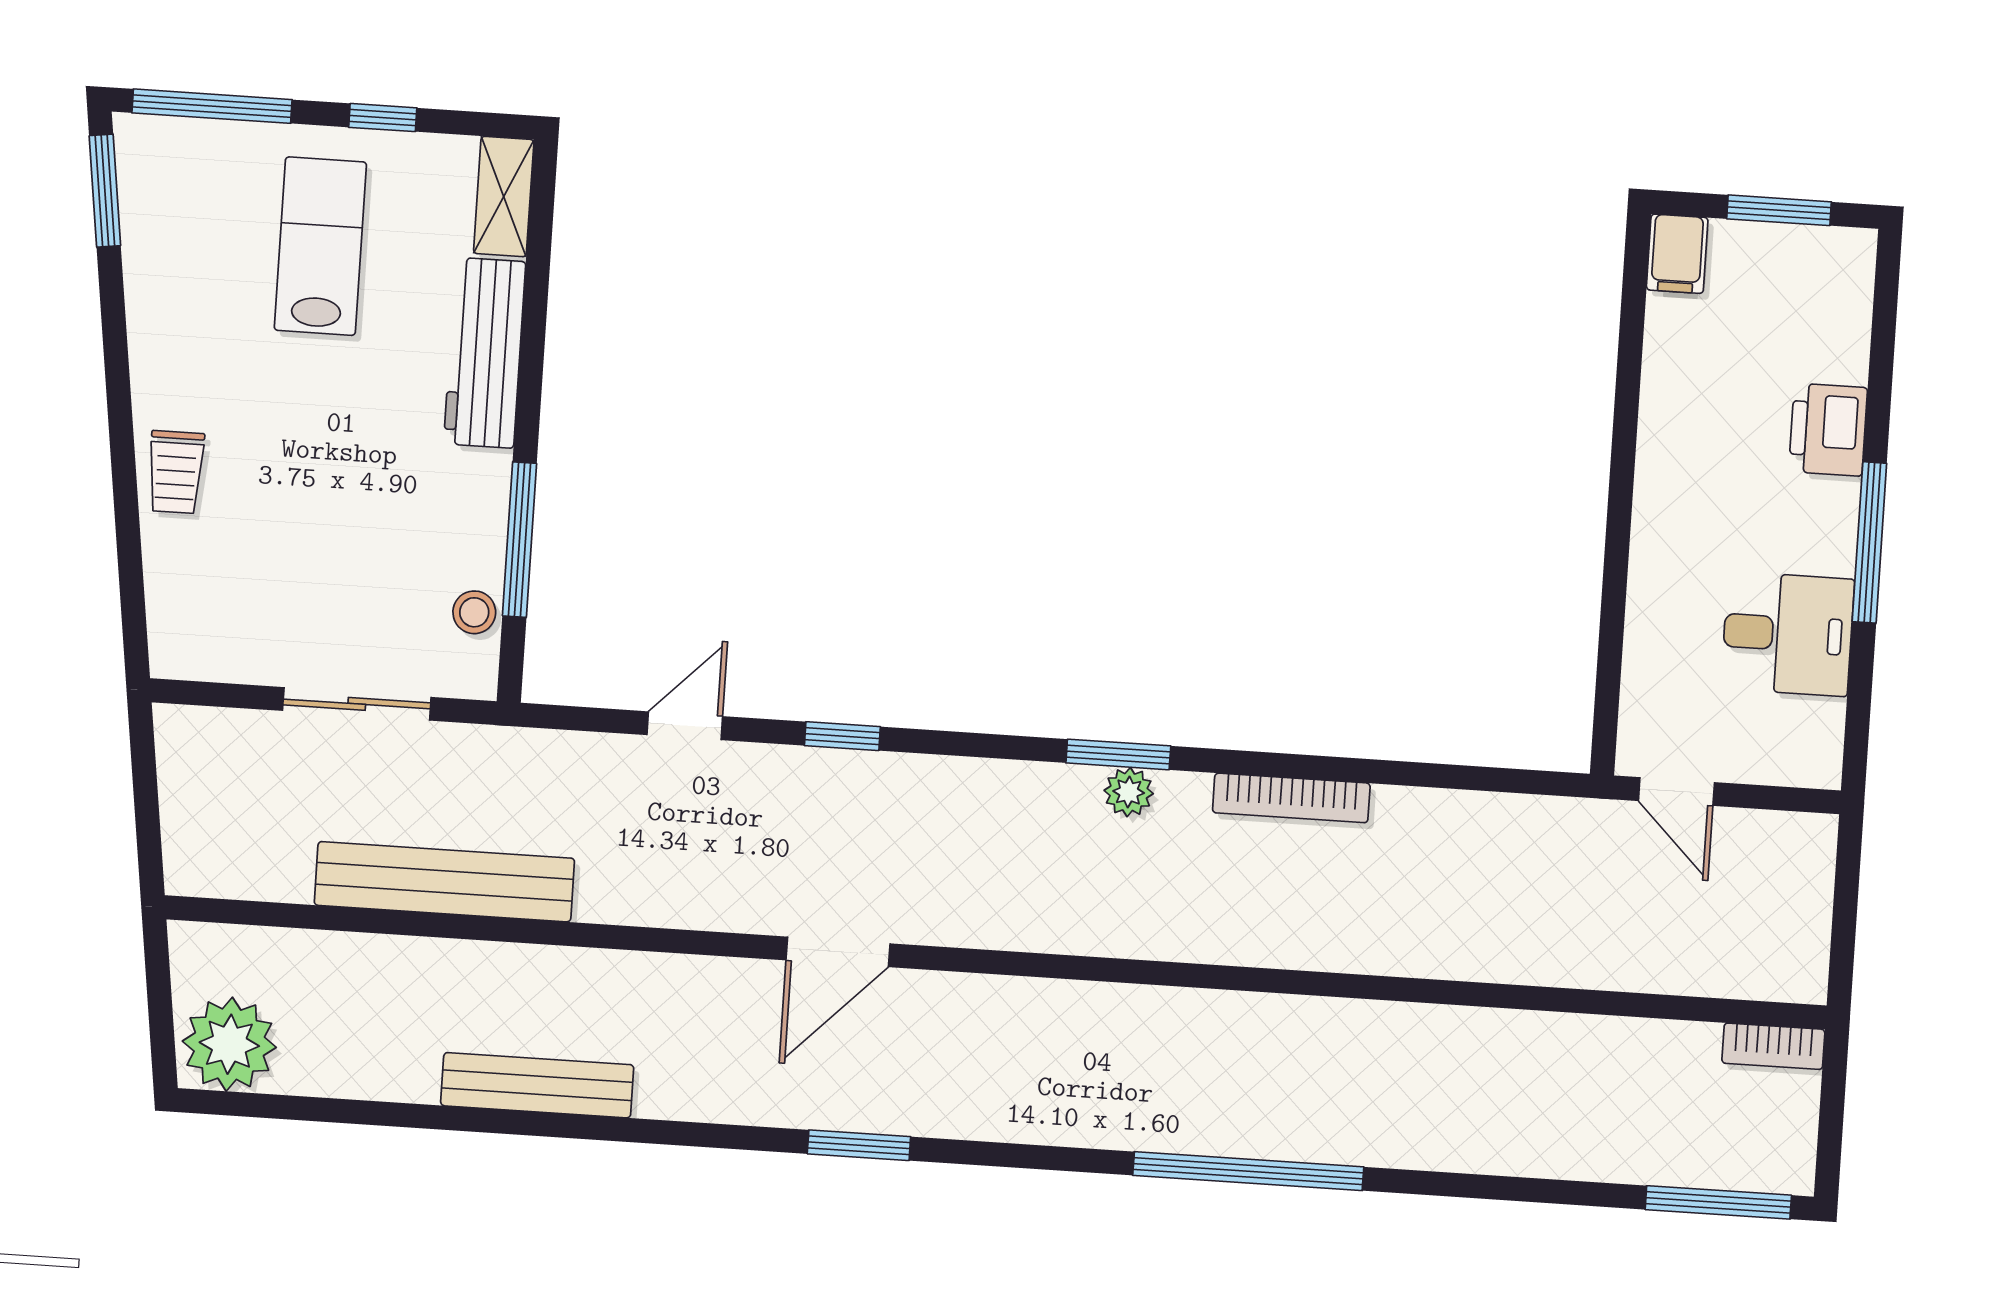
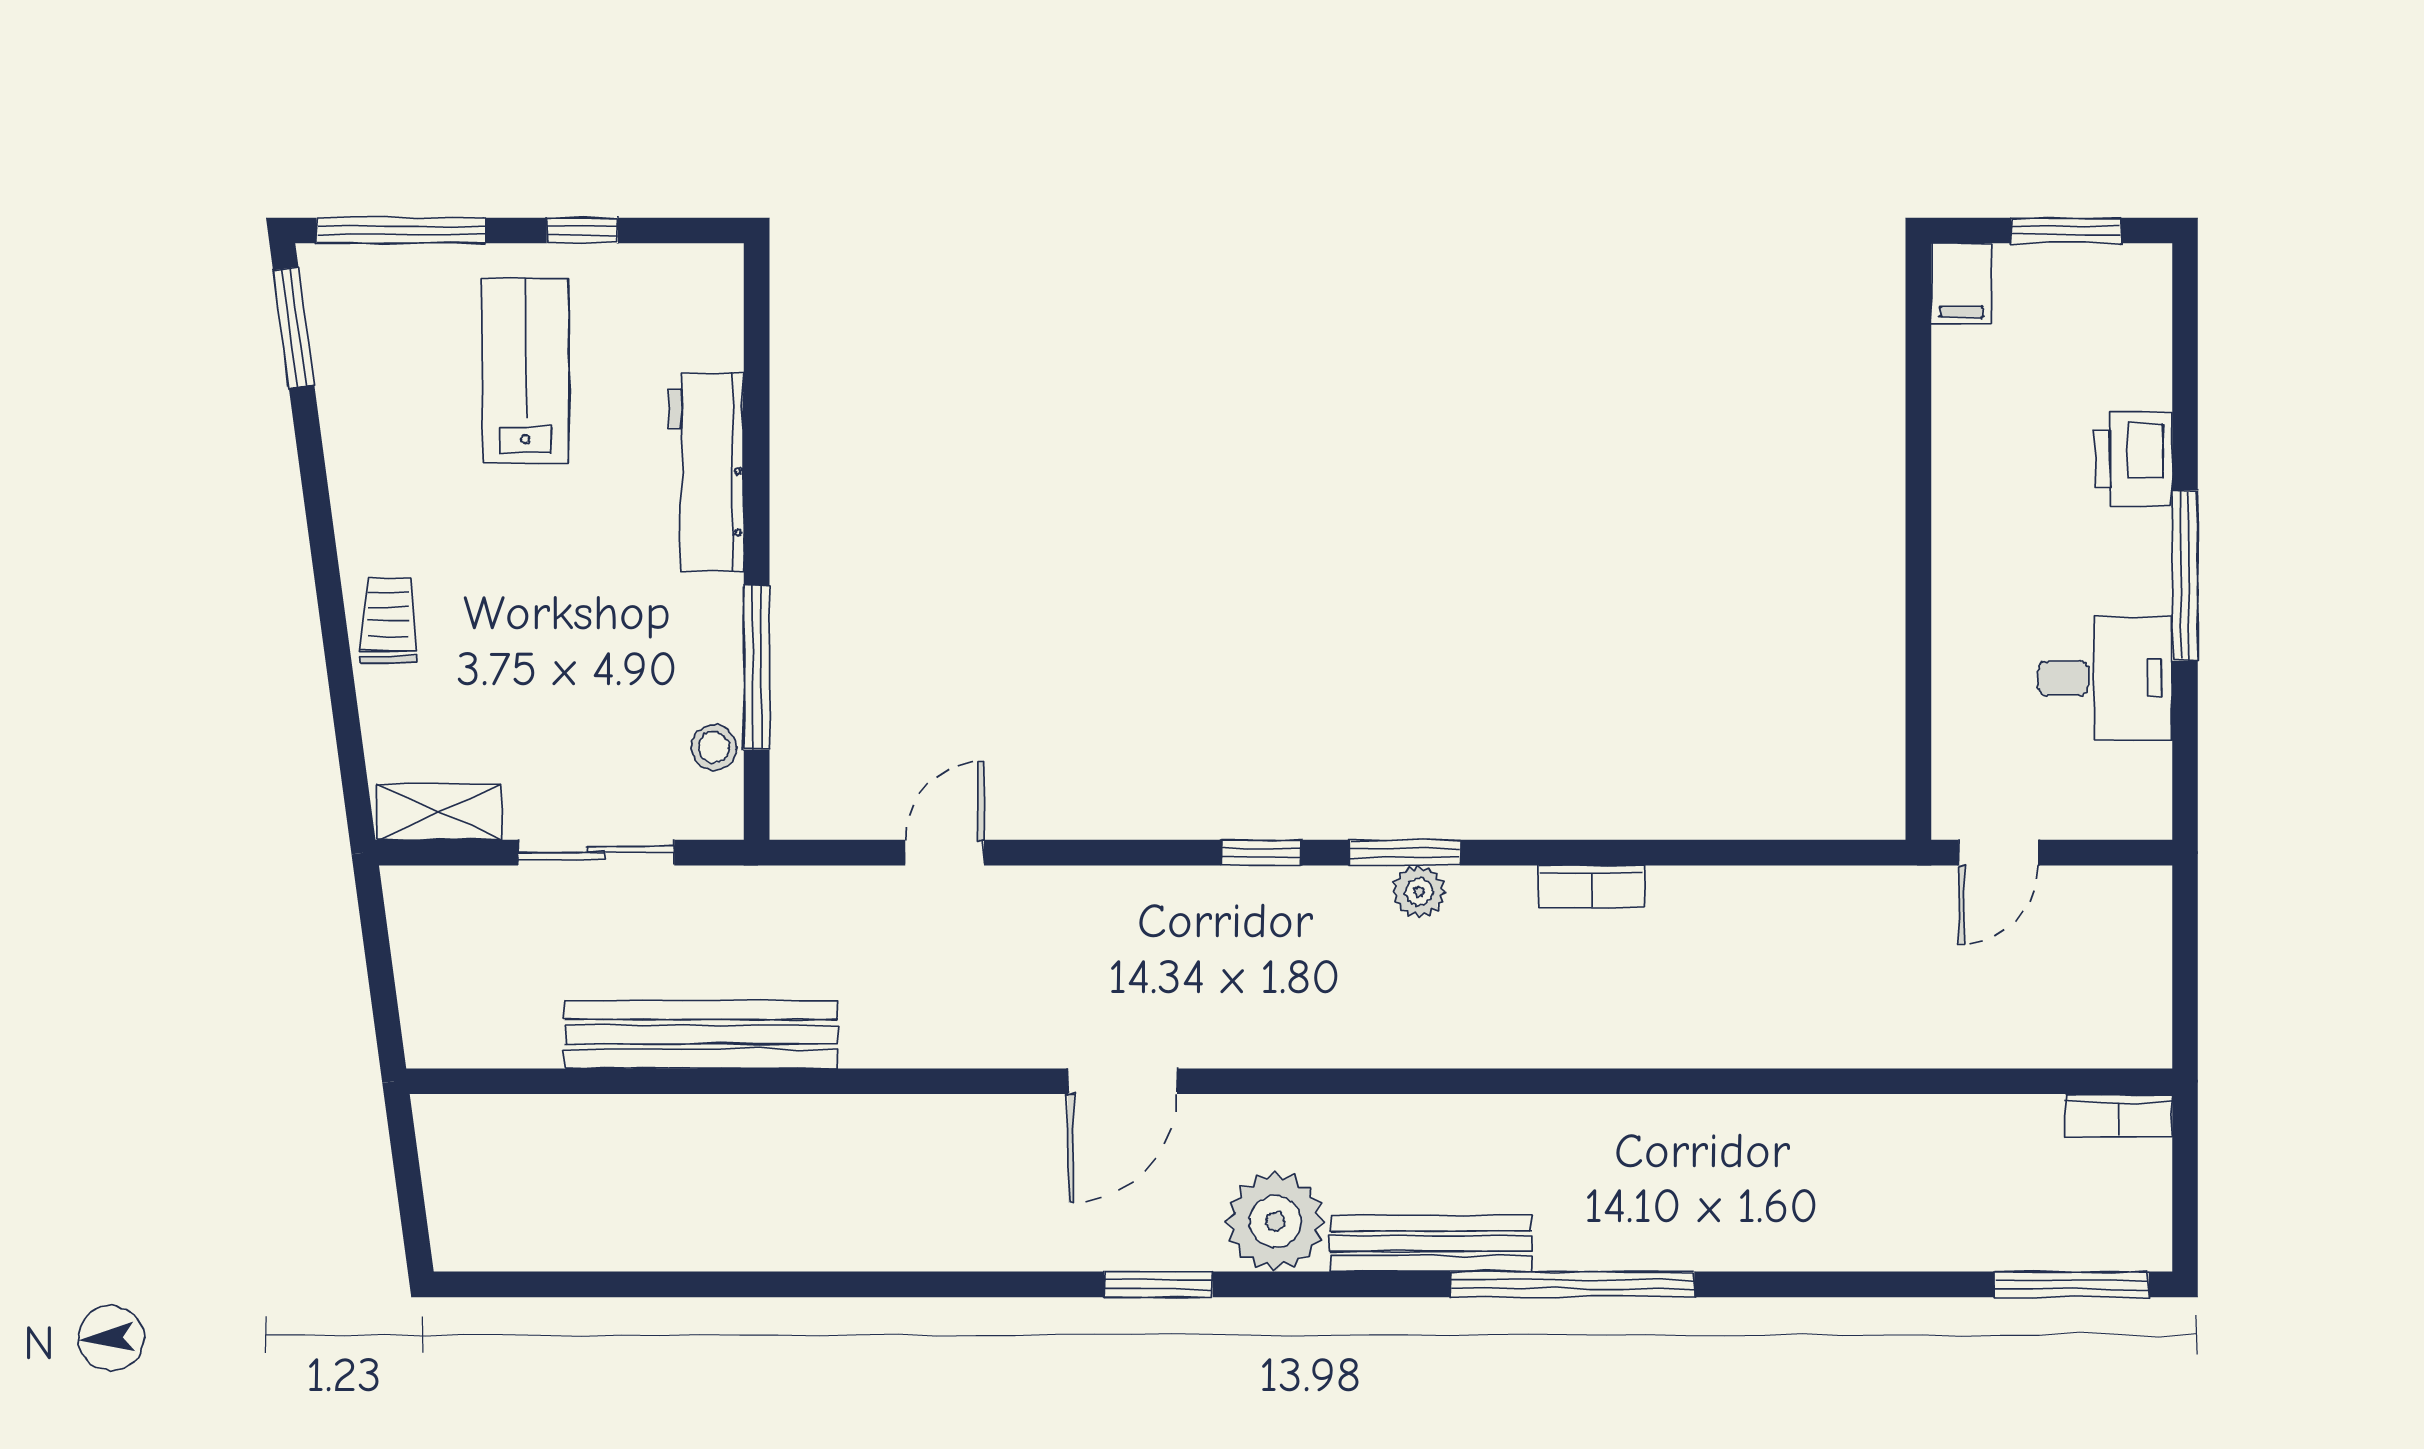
shelving: (504, 197) -> (439, 812), moved, turned 90
trolley: (176, 472) -> (388, 620), turned 180
window: (842, 736) -> (1261, 853), moved
door: (1676, 792) -> (1998, 853), hinge flipped
bookcase: (1291, 798) -> (1591, 886), width x0.64
plant: (229, 1044) -> (1275, 1222), moved
bench: (537, 1085) -> (1431, 1243), moved

